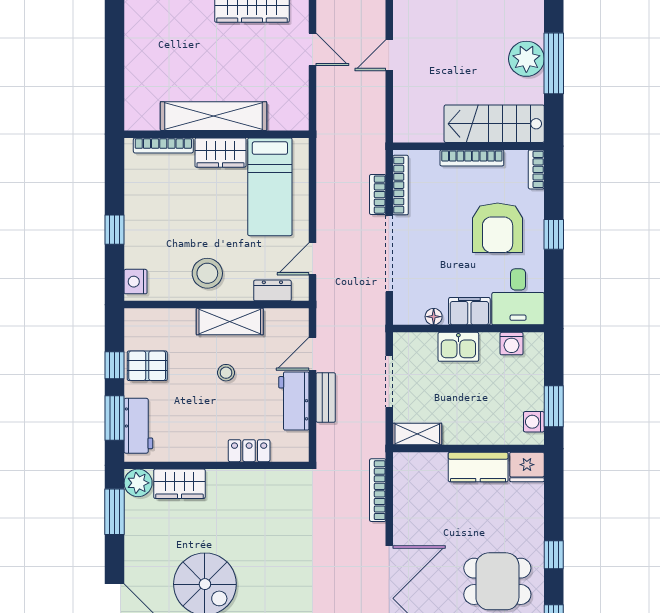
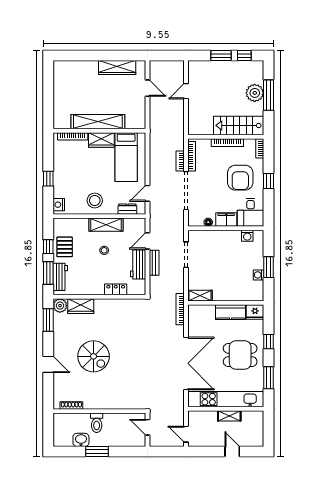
kitchen sink: (458, 347) -> (221, 237), removed
pallet: (147, 366) -> (65, 247), turned 90
shelving: (417, 434) -> (200, 296), moved
wall: (469, 449) -> (226, 303), moved
kitchen counter: (478, 467) -> (231, 312), moved
fridge: (527, 467) -> (255, 312), moved

